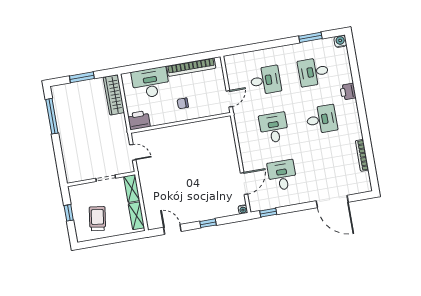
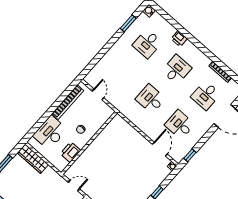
desk: (265, 80) -> (206, 95), moved, turned 180
door: (229, 99) -> (98, 94), moved
printer: (139, 120) -> (70, 152), moved

